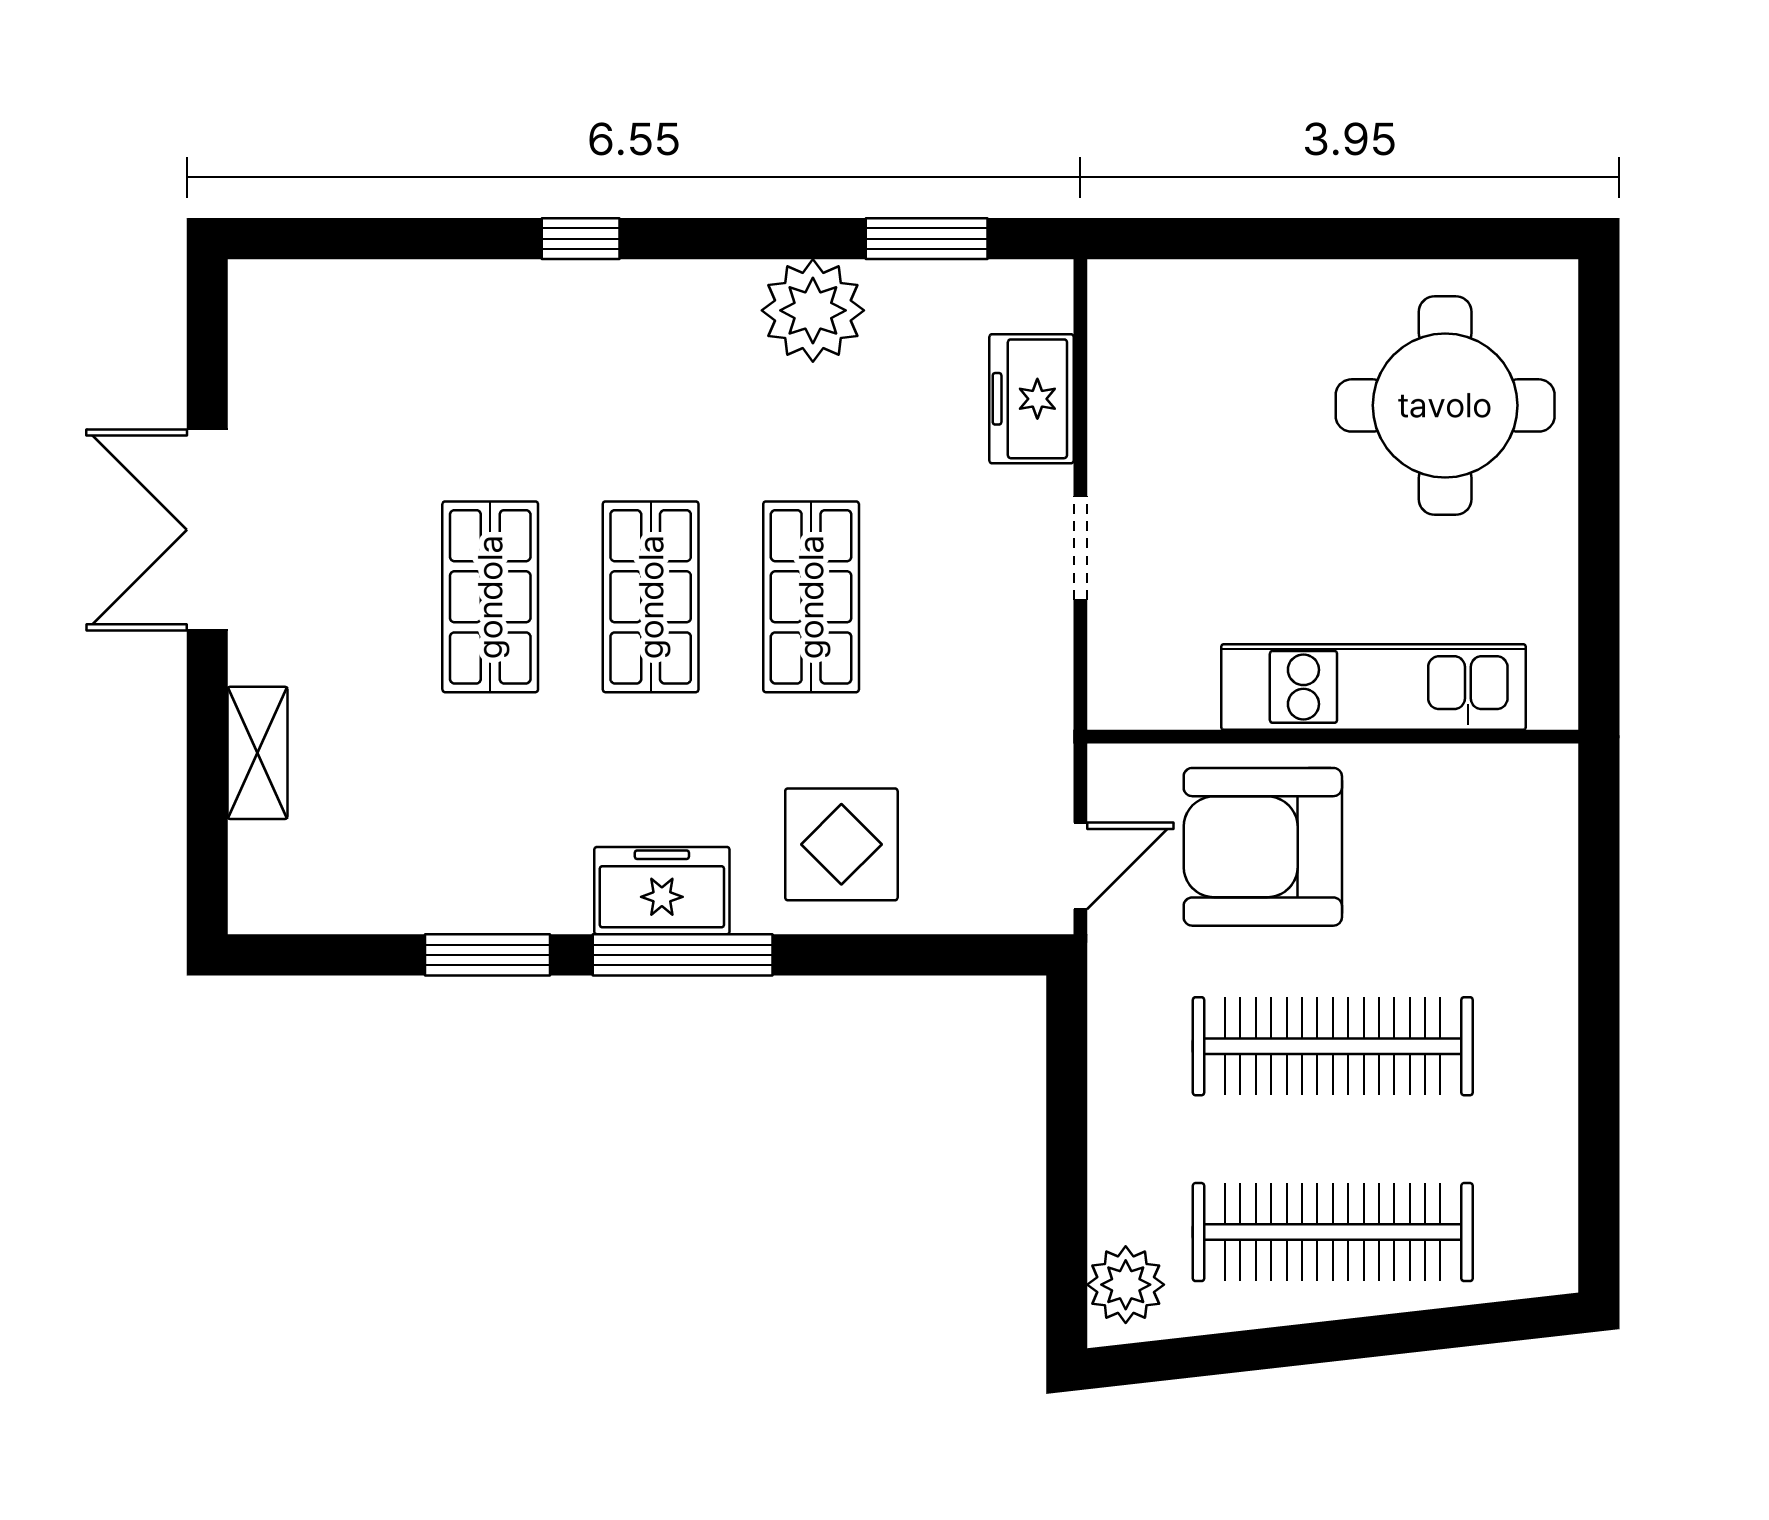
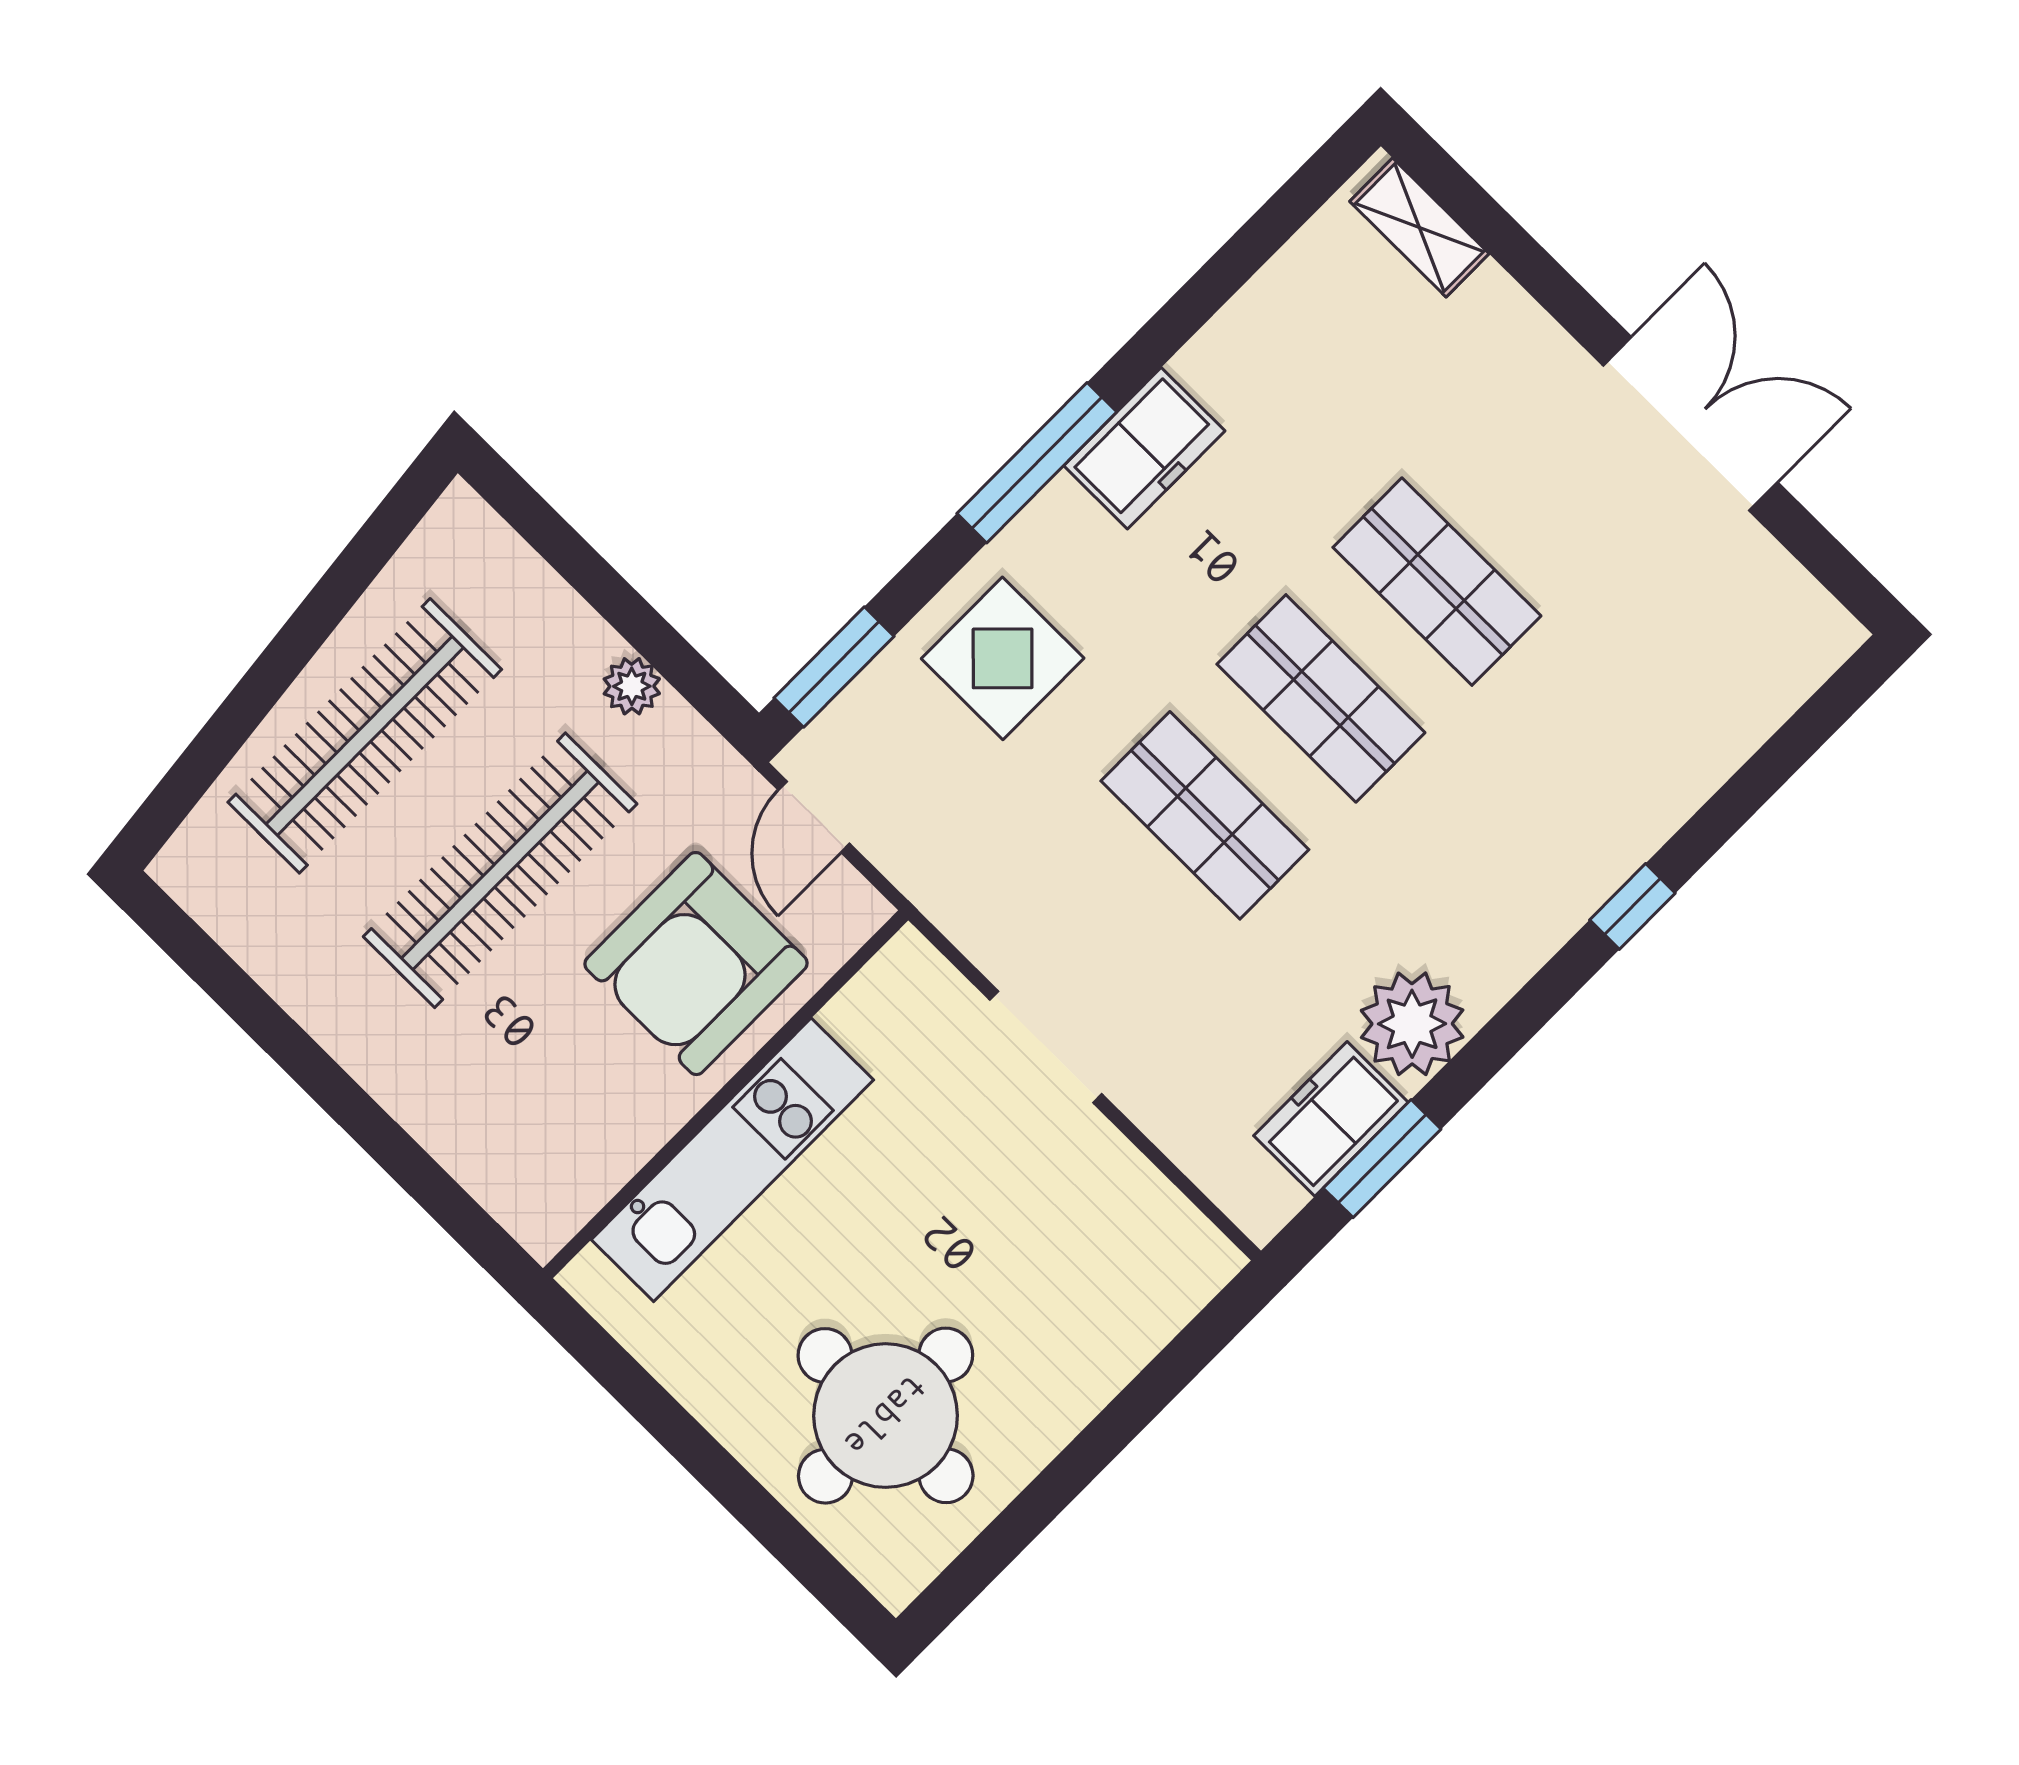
freezer: (1032, 399) -> (1331, 1119), moved, turned -90
doorway: (1080, 548) -> (1046, 1047), width x1.38
shelving: (258, 753) -> (1419, 228), moved
armchair: (1263, 847) -> (696, 964), turned 180
freezer: (662, 891) -> (1144, 448), moved
window: (487, 955) -> (834, 667), moved
plant: (1126, 1285) -> (632, 686), moved, width x0.73, depth x0.73

